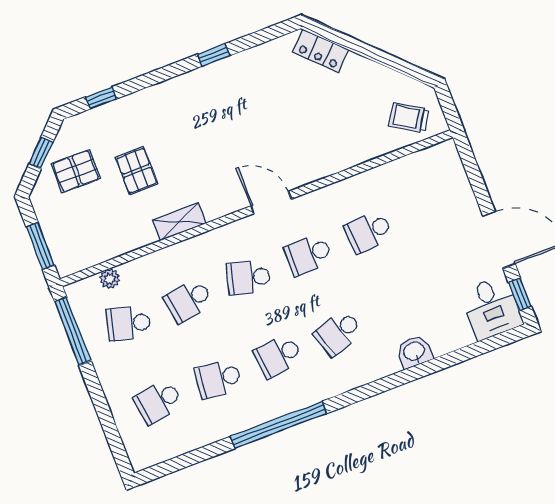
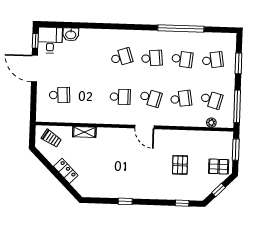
locker: (321, 51) -> (66, 171), moved
pallet: (76, 171) -> (219, 167), moved
door: (271, 203) -> (144, 127), moved
shelving: (179, 222) -> (84, 132), moved
school desk: (369, 232) -> (60, 95), moved
washbasin: (414, 352) -> (71, 34), moved
window: (105, 416) -> (238, 63), added
window: (278, 425) -> (181, 28), moved

